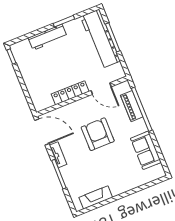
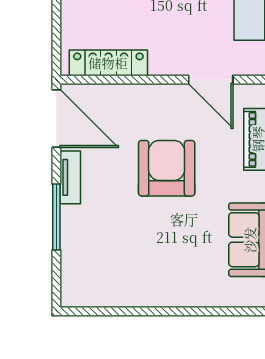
locker: (70, 93) -> (108, 63), moved
fireplace: (96, 197) -> (111, 294), removed

